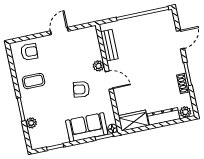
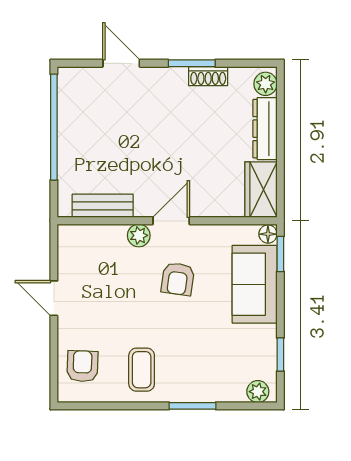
plant: (31, 123) -> (258, 392), moved

